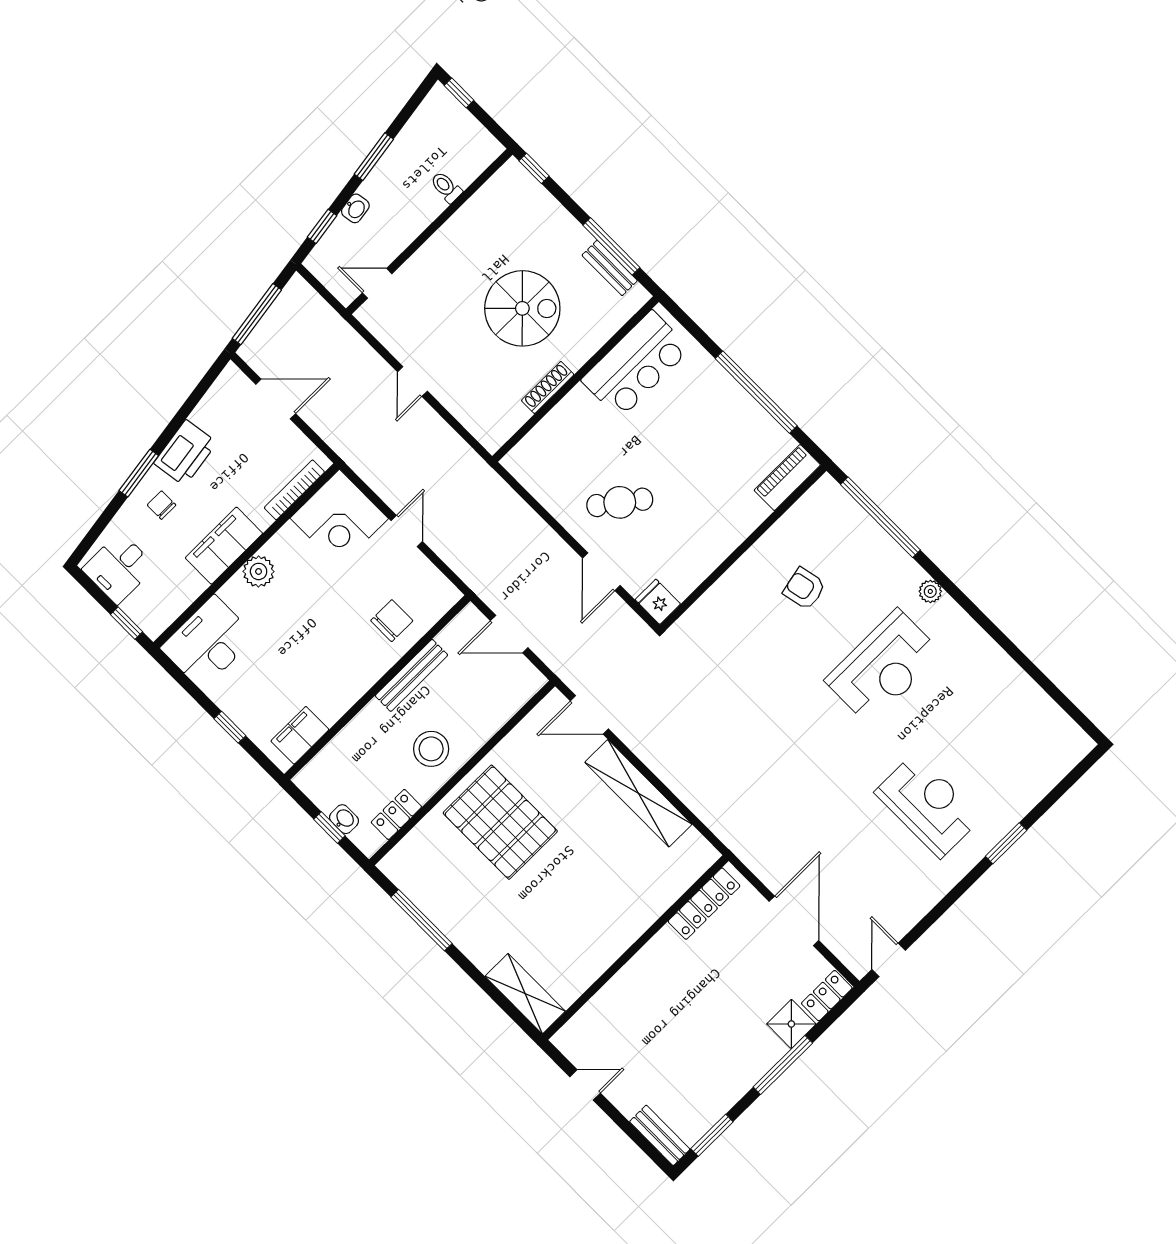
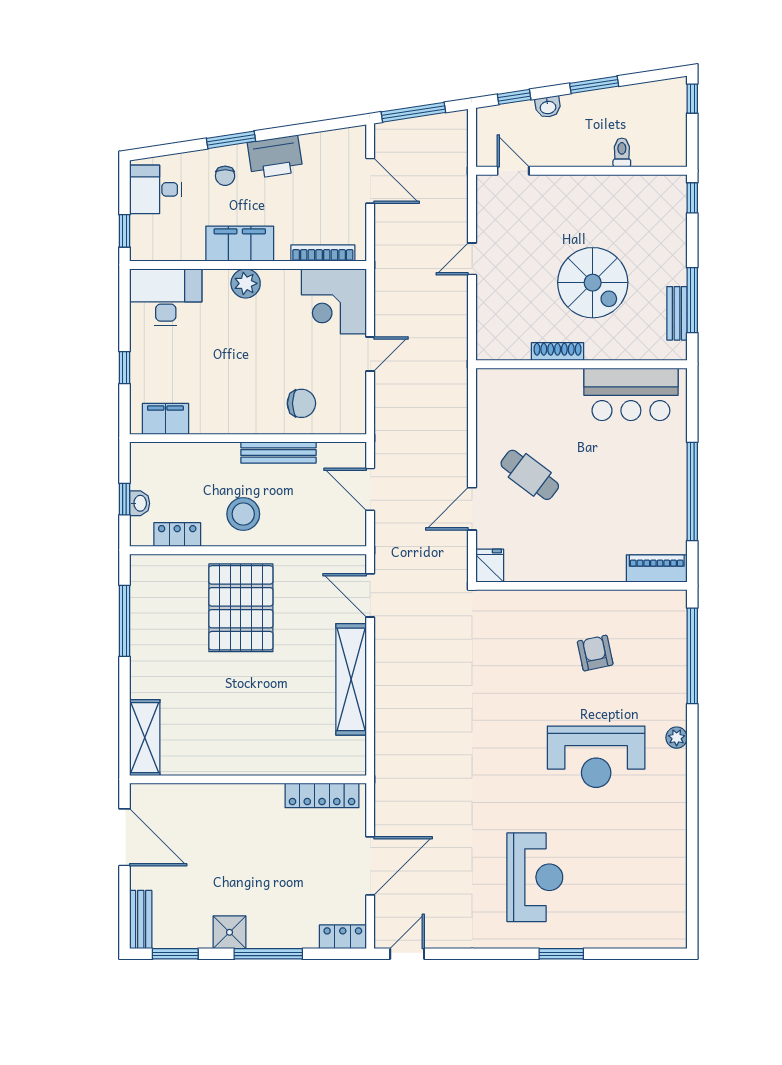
chair: (162, 505) -> (225, 176), turned 180
shower: (791, 1024) -> (230, 932), moved
door: (585, 1085) -> (124, 837), width x1.87

